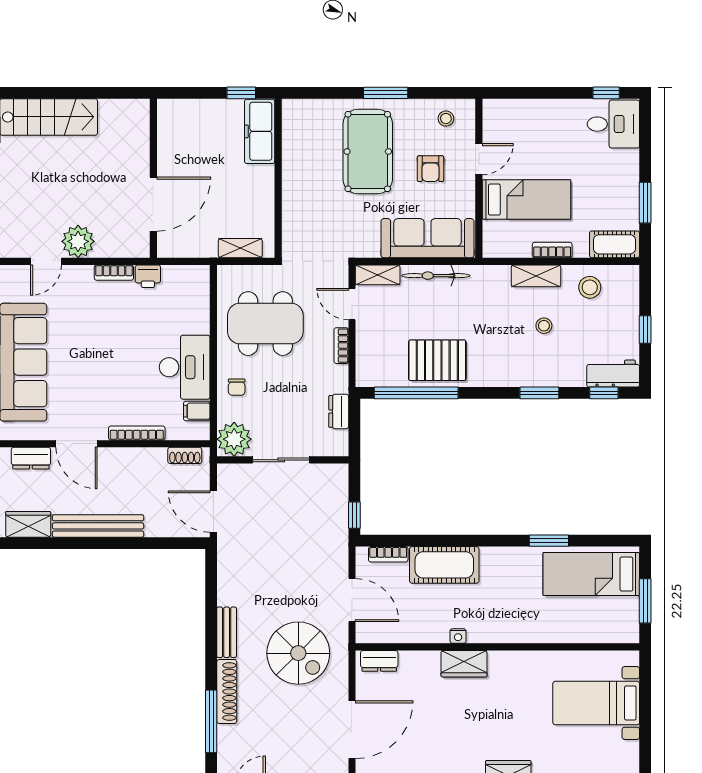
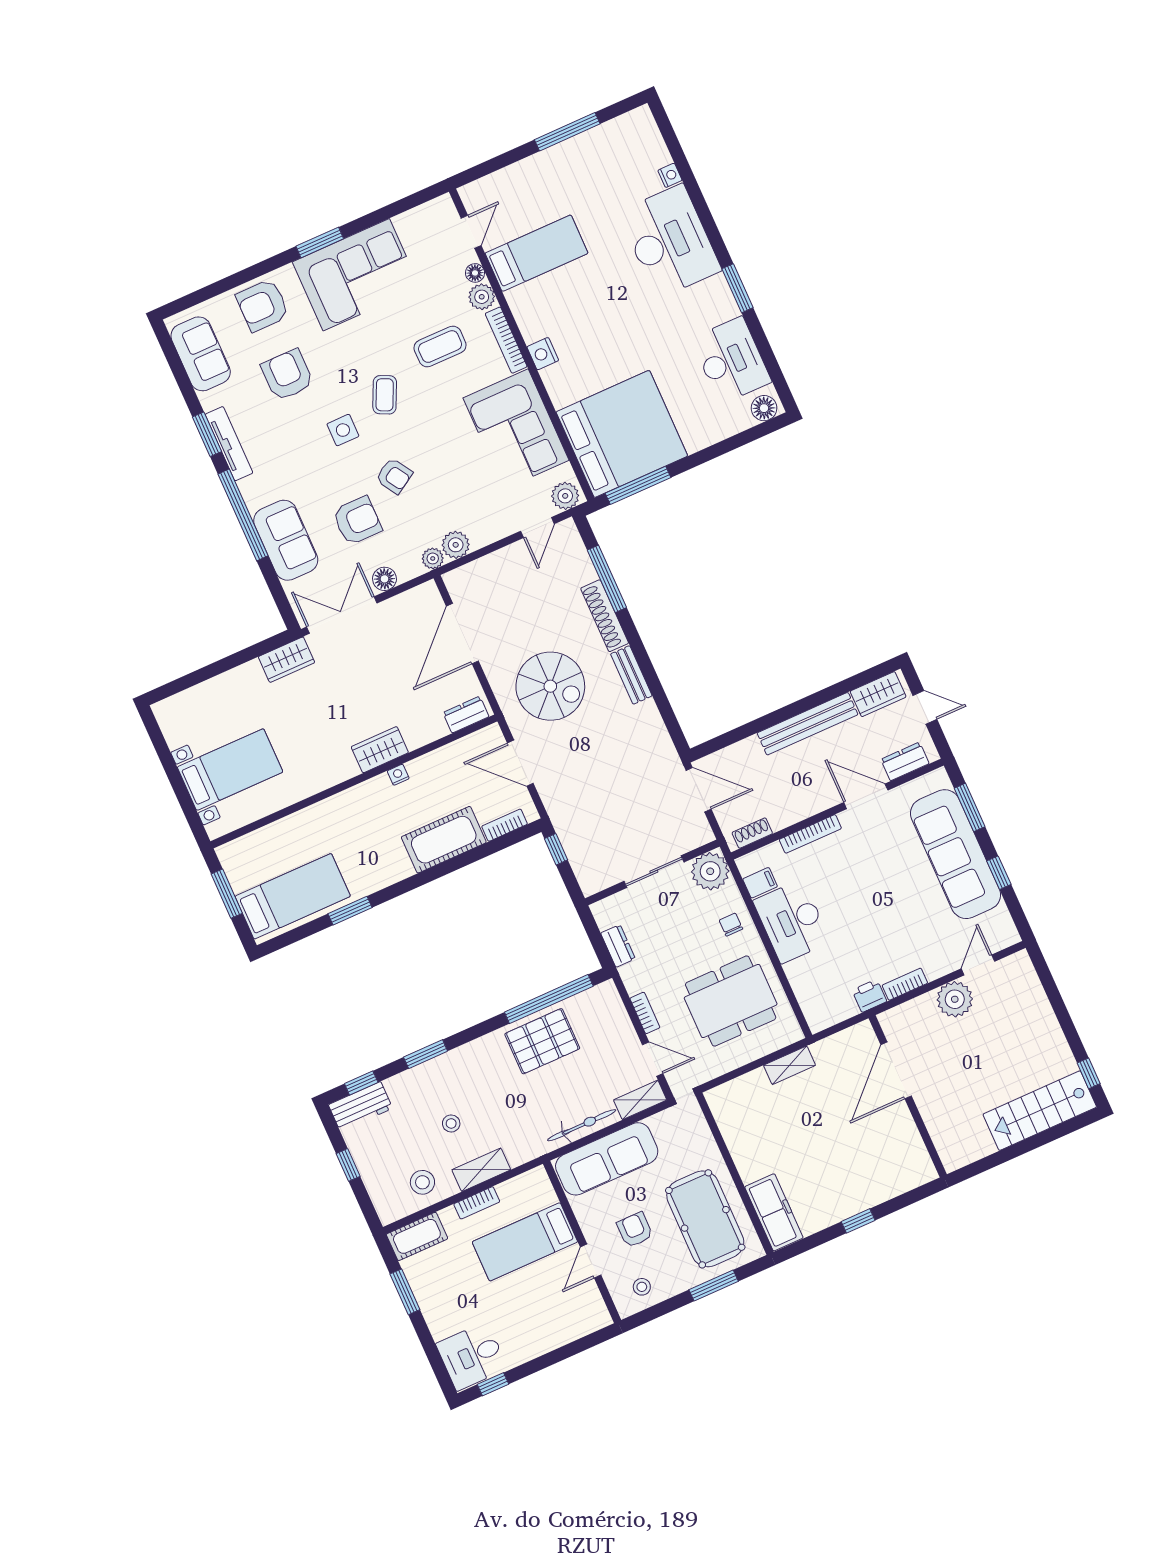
freezer: (260, 131) -> (774, 1212), moved
wall: (278, 178) -> (734, 1174), moved
spiral stairs: (298, 653) -> (550, 686), turned 180

